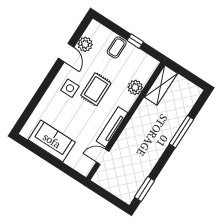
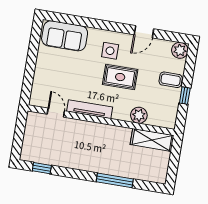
plant: (85, 44) -> (180, 50), moved
sofa: (52, 141) -> (65, 36), moved, turned 90
window: (145, 189) -> (42, 168), width x0.67

